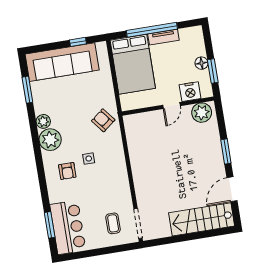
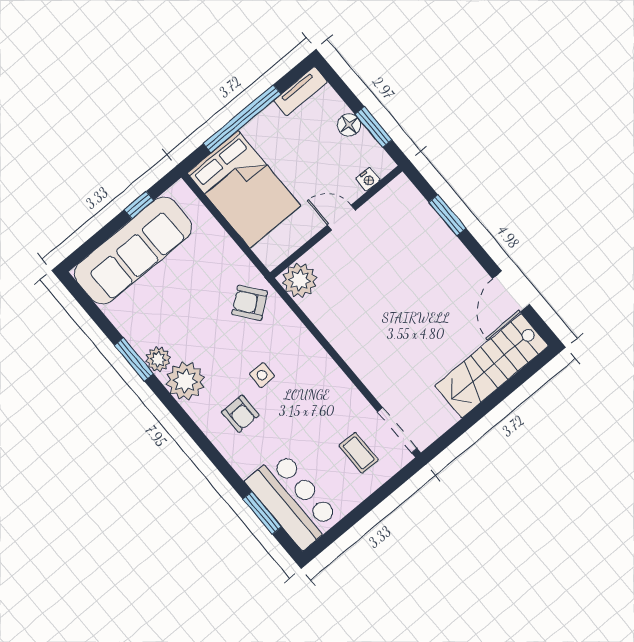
tv unit: (163, 37) -> (301, 91), moved
window: (27, 90) -> (134, 360), moved
nightstand: (190, 92) -> (368, 179), width x0.53, depth x0.56
door: (172, 105) -> (341, 218), swing flipped
plant: (202, 113) -> (300, 280), moved
window: (226, 151) -> (447, 215), moved

